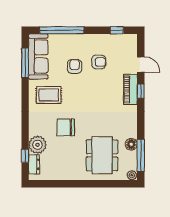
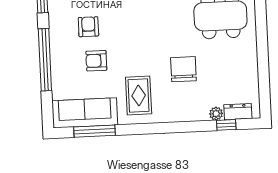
window: (62, 30) -> (45, 60), moved
chair: (66, 127) -> (183, 69), turned 180
plant: (38, 145) -> (216, 114), width x0.53, depth x0.53

